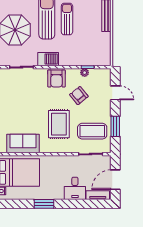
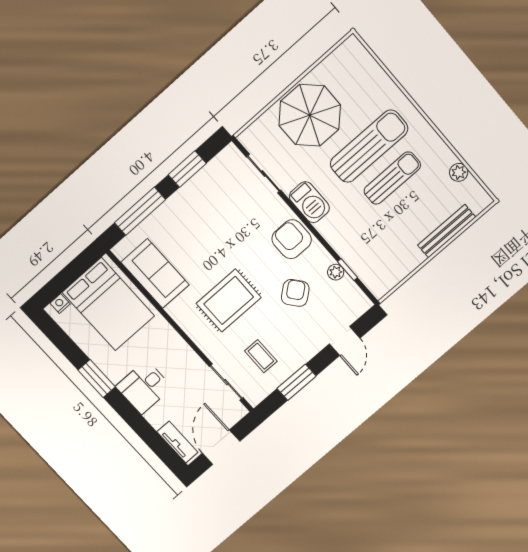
armchair: (56, 78) -> (292, 239), turned 90
coffee table: (92, 131) -> (261, 356), width x0.54, depth x0.58
door: (115, 180) -> (221, 447), hinge flipped
desk: (75, 188) -> (144, 387), moved

